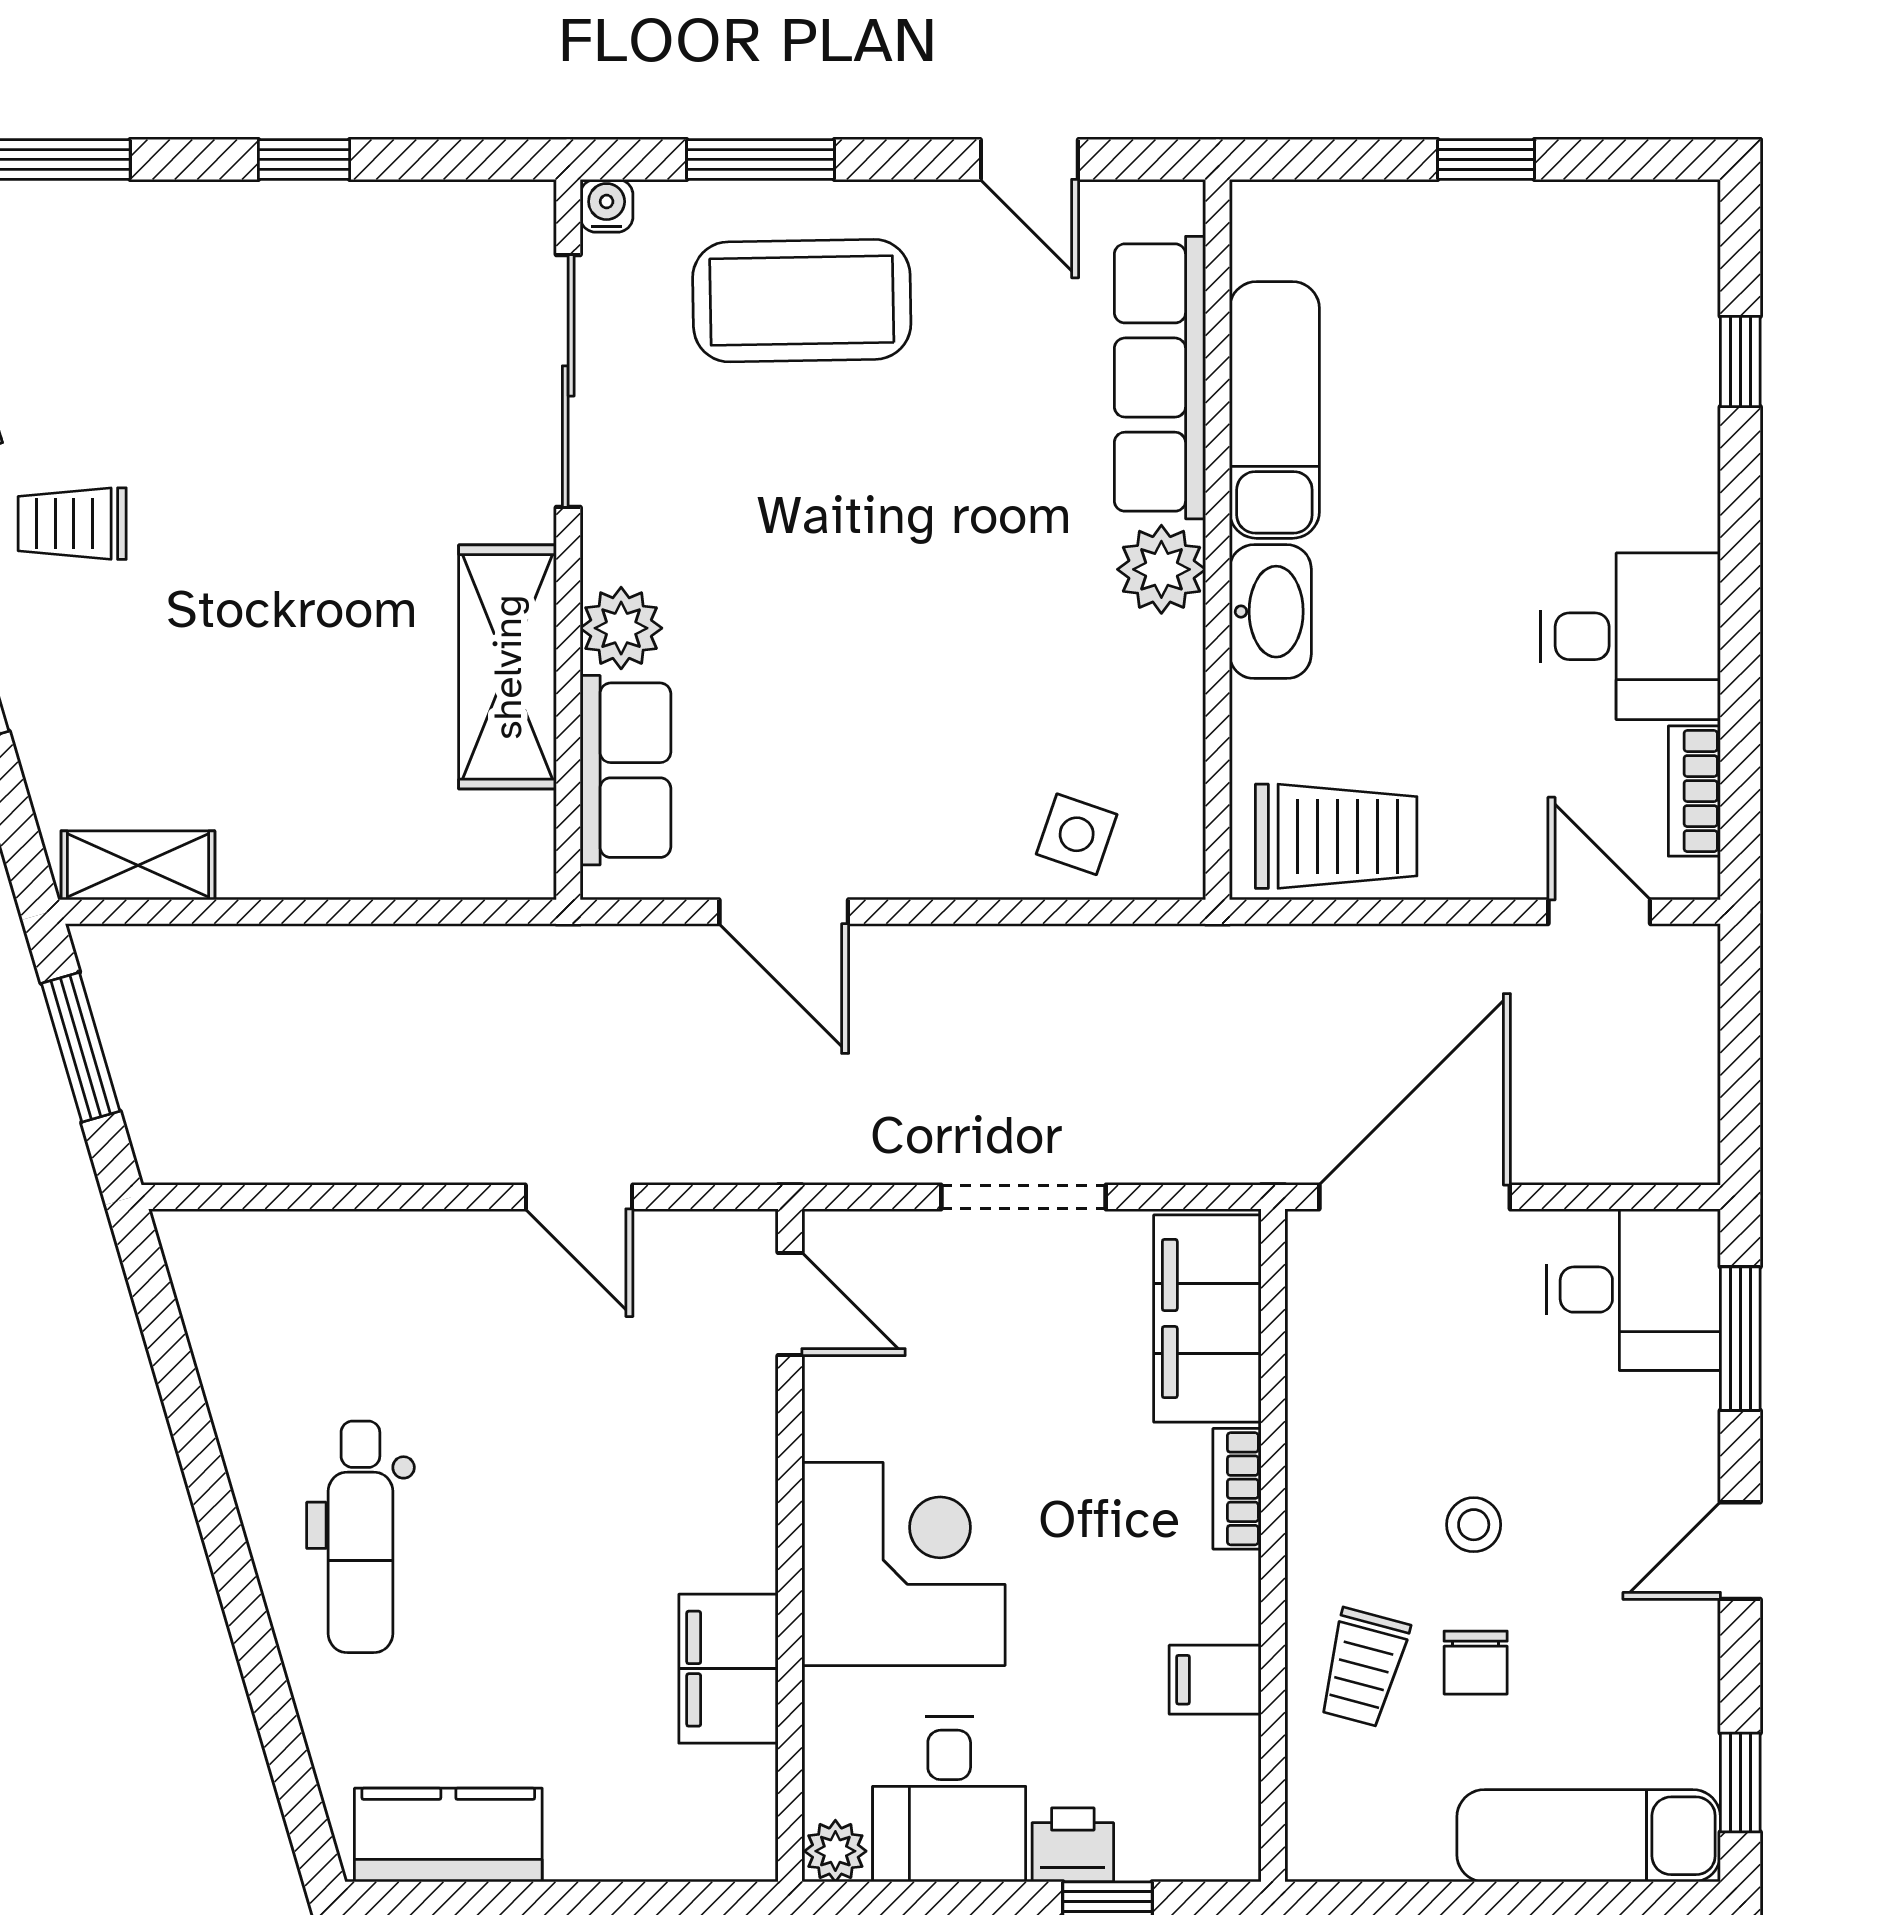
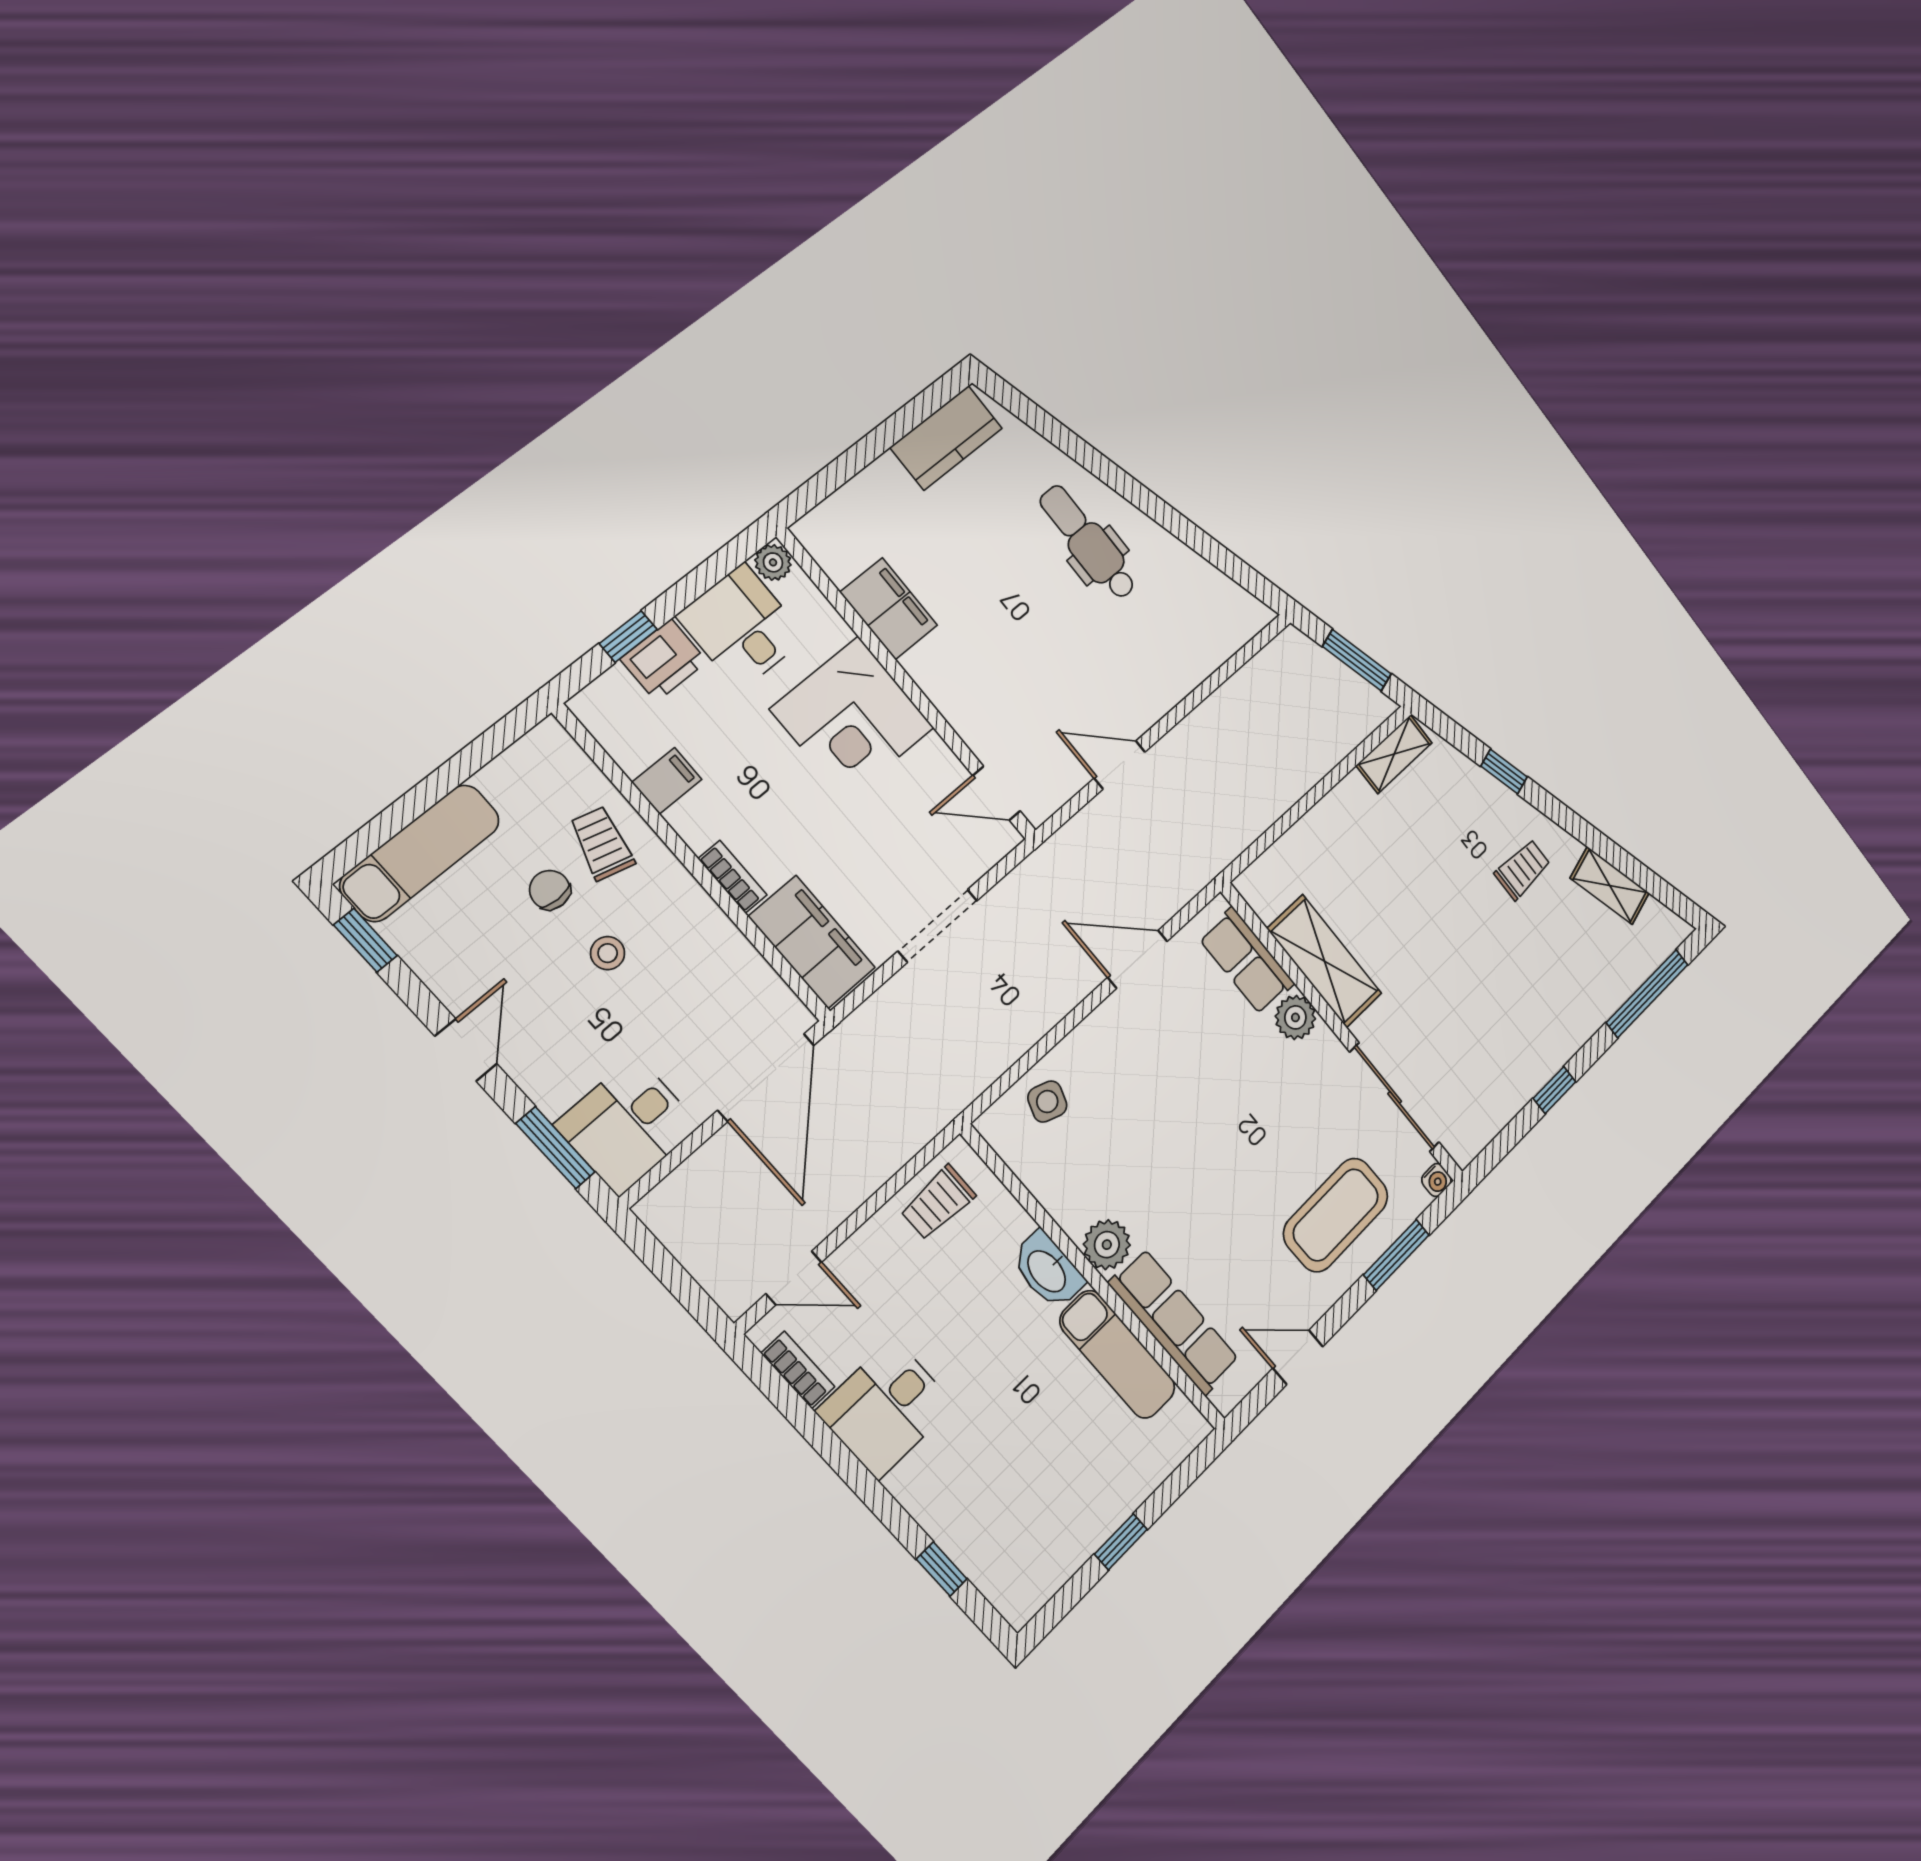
trolley: (1336, 836) -> (938, 1203), width x0.73, depth x0.72
printer: (1073, 1845) -> (664, 660), width x1.36, depth x1.24

